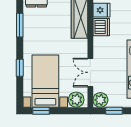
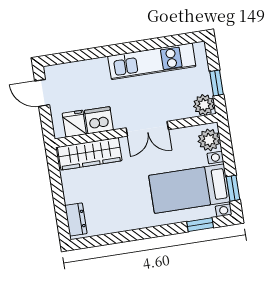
window: (20, 25) -> (114, 238), removed
window: (20, 68) -> (200, 225), moved
double door: (90, 72) -> (147, 129), moved

